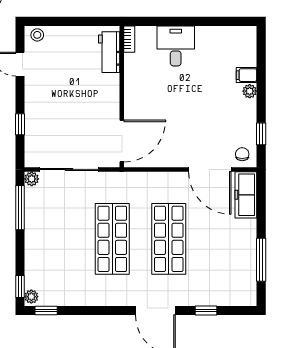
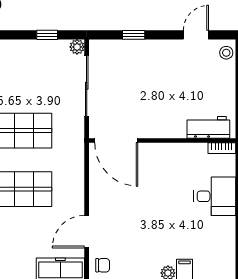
door: (210, 170) -> (87, 232), width x0.73
window: (20, 208) -> (47, 35), width x0.46

